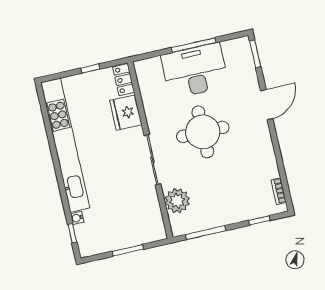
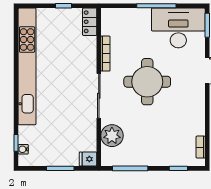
desk: (195, 71) -> (178, 28), moved
bookcase: (149, 111) -> (105, 54), added
fridge: (126, 113) -> (88, 159), moved, width x0.53, depth x0.75
water cooler: (77, 218) -> (23, 149), moved

